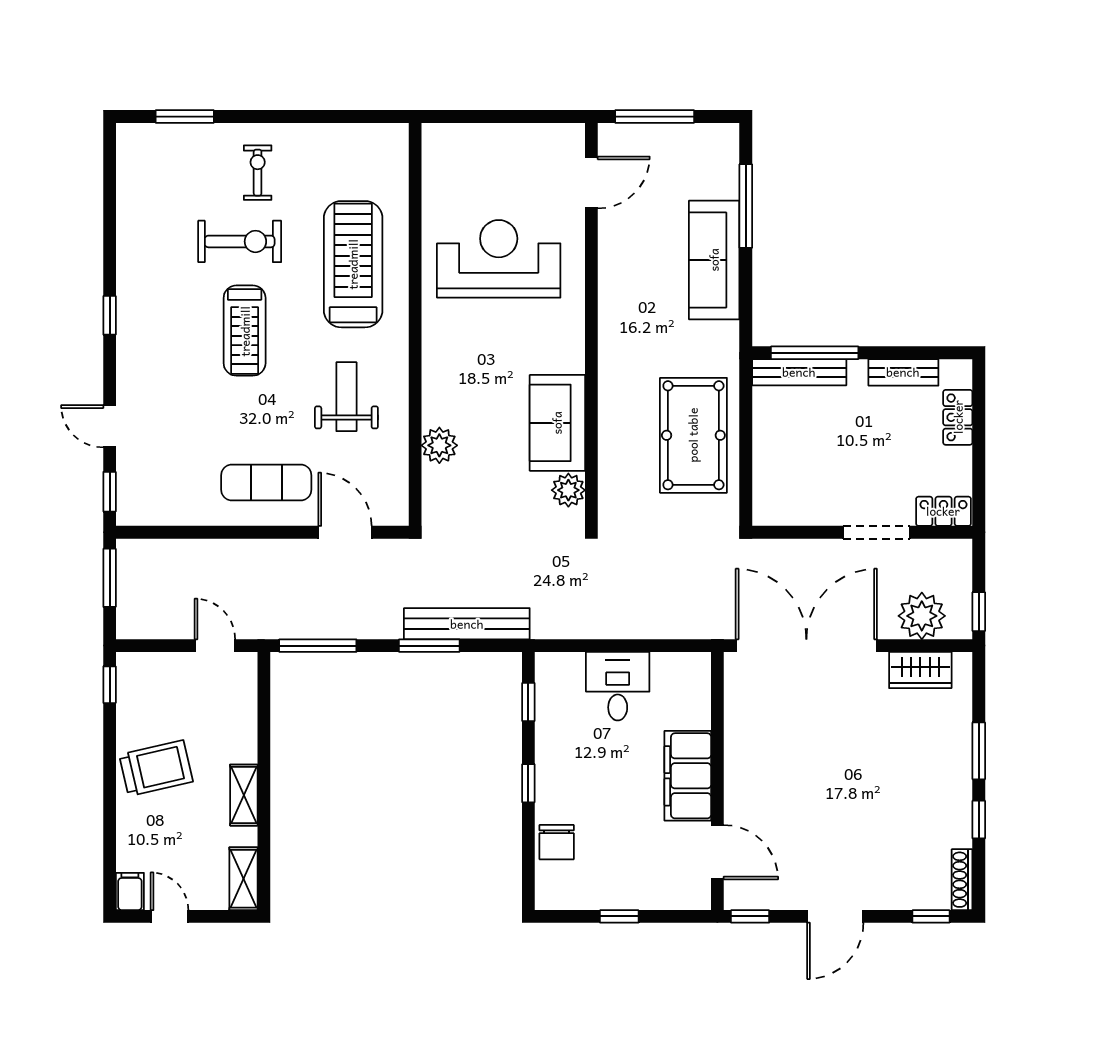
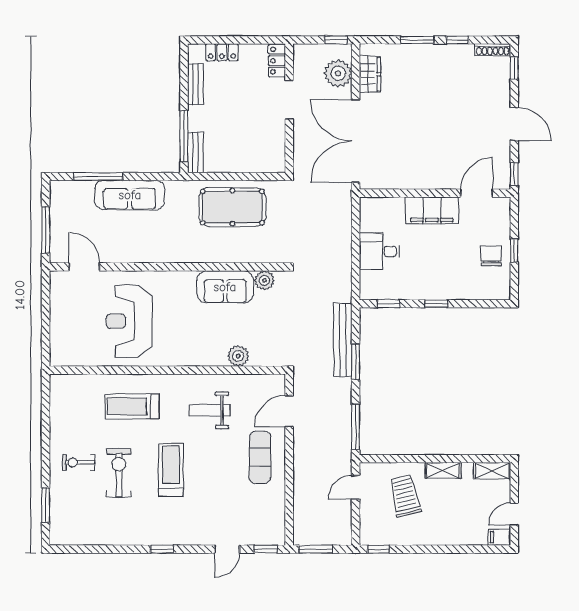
treadmill: (353, 264) -> (132, 406), width x0.73, depth x0.73
treadmill: (245, 331) -> (171, 470), turned -90
bench: (799, 372) -> (195, 153), width x0.73
trolley: (156, 768) -> (405, 496), moved
chair: (557, 842) -> (491, 256), moved, turned -90

